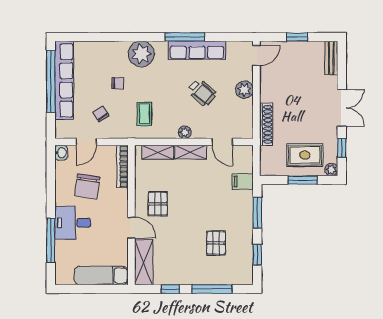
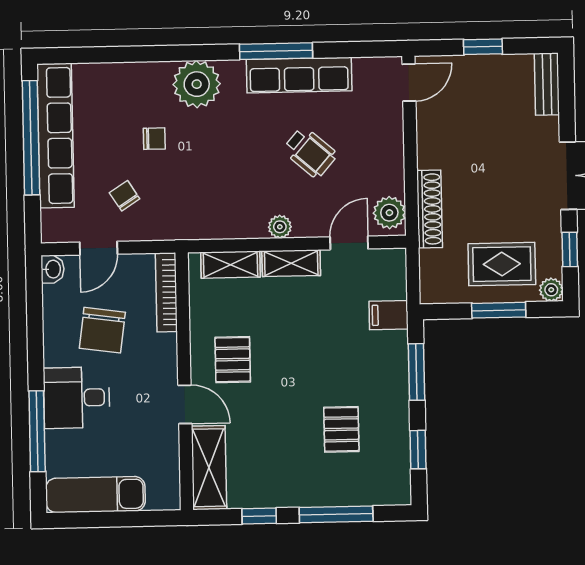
plant: (244, 90) -> (389, 213), moved
coffee table: (144, 114) -> (205, 194), removed
door: (222, 142) -> (349, 243), swing flipped
exam couch: (101, 275) -> (95, 495), moved

